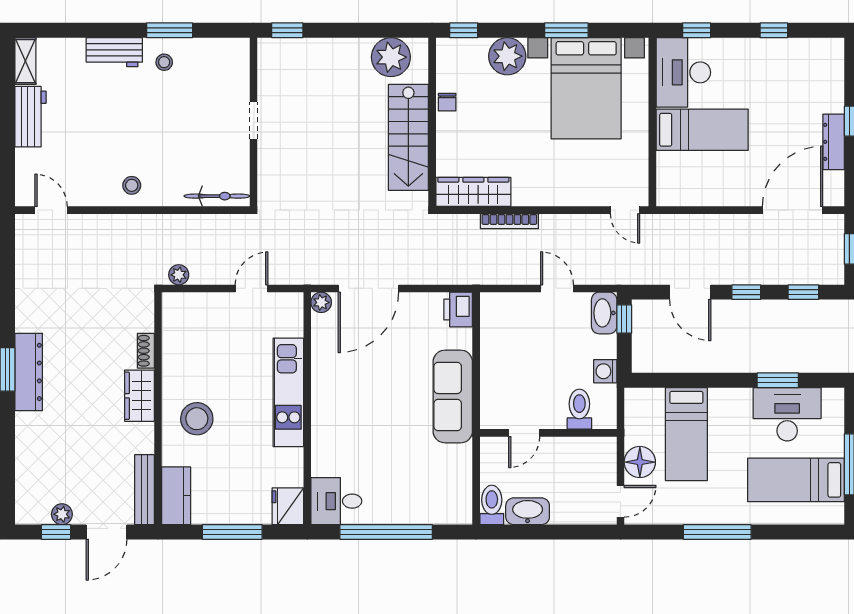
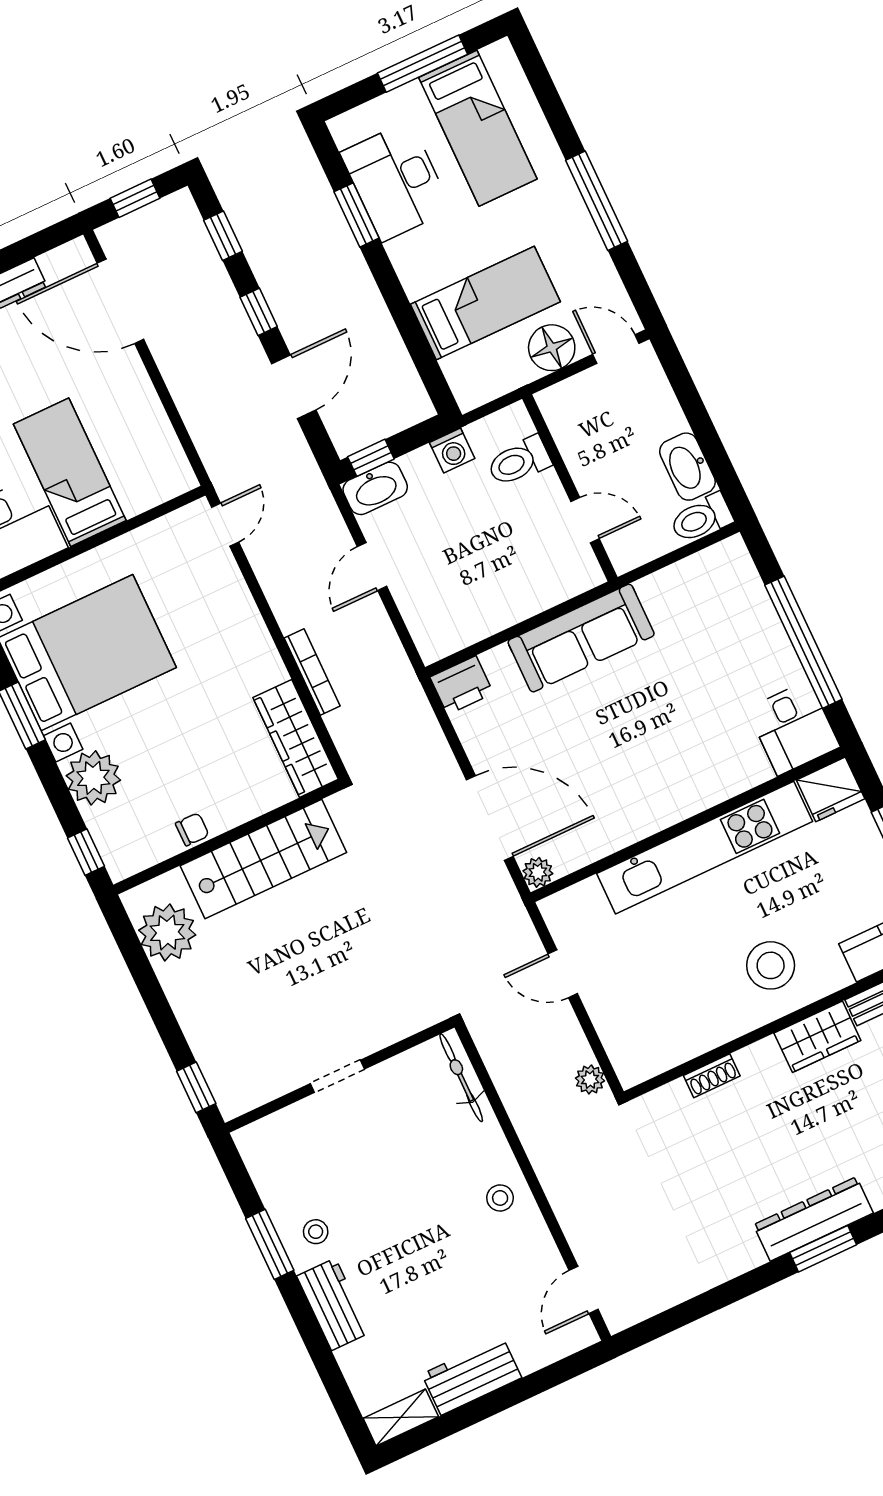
kitchen unit: (288, 392) -> (705, 848), width x1.36
wardrobe: (139, 396) -> (817, 1037), moved

